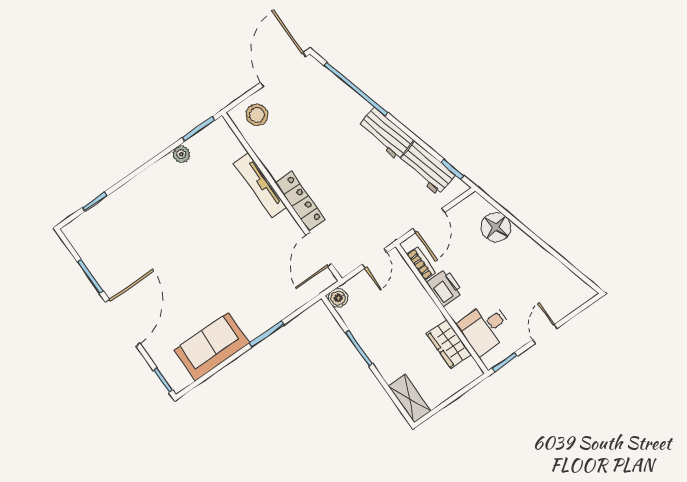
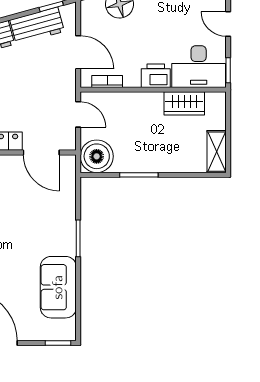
printer: (445, 287) -> (156, 76), moved
boiler: (338, 298) -> (97, 156), width x1.86, depth x1.86
desk: (485, 328) -> (199, 67), width x1.37
shelving: (409, 399) -> (217, 152), moved, turned 90

